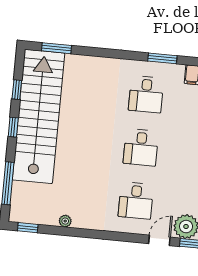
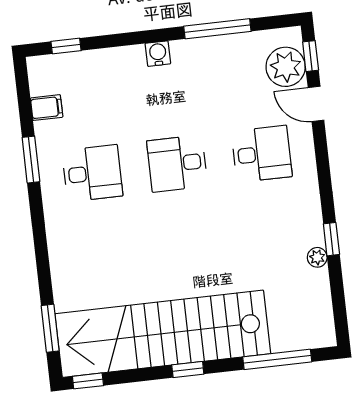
window: (17, 90) -> (88, 381), moved
desk: (141, 147) -> (177, 164), turned 180
window: (28, 228) -> (331, 239), moved

